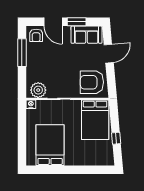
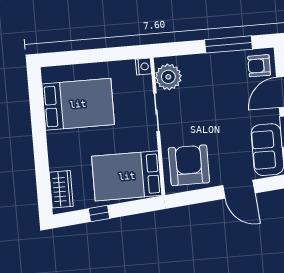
wardrobe: (100, 159) -> (61, 189), added

